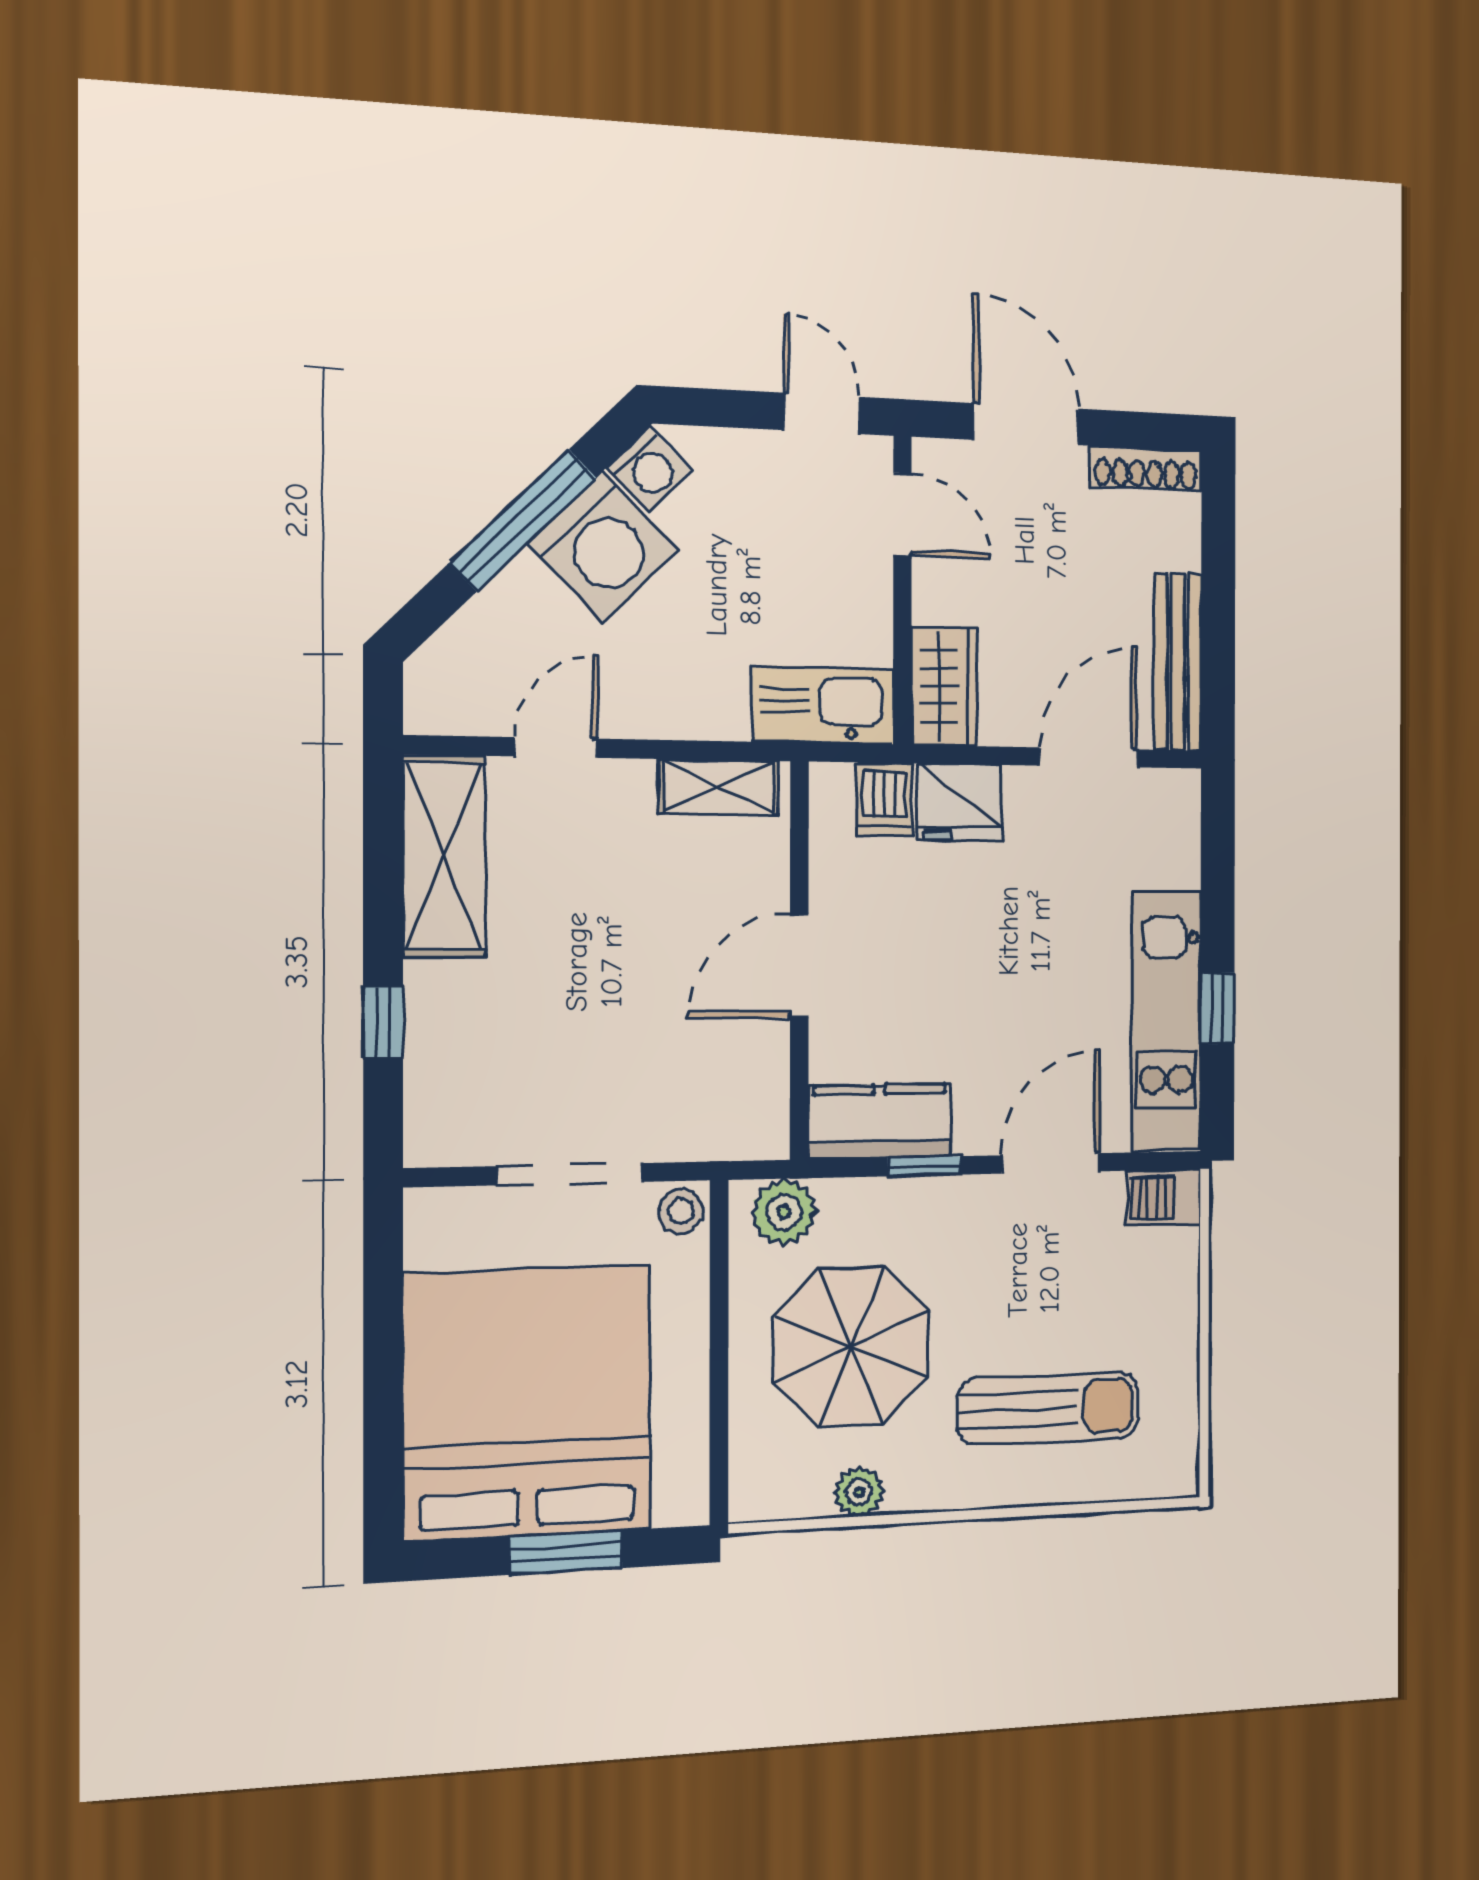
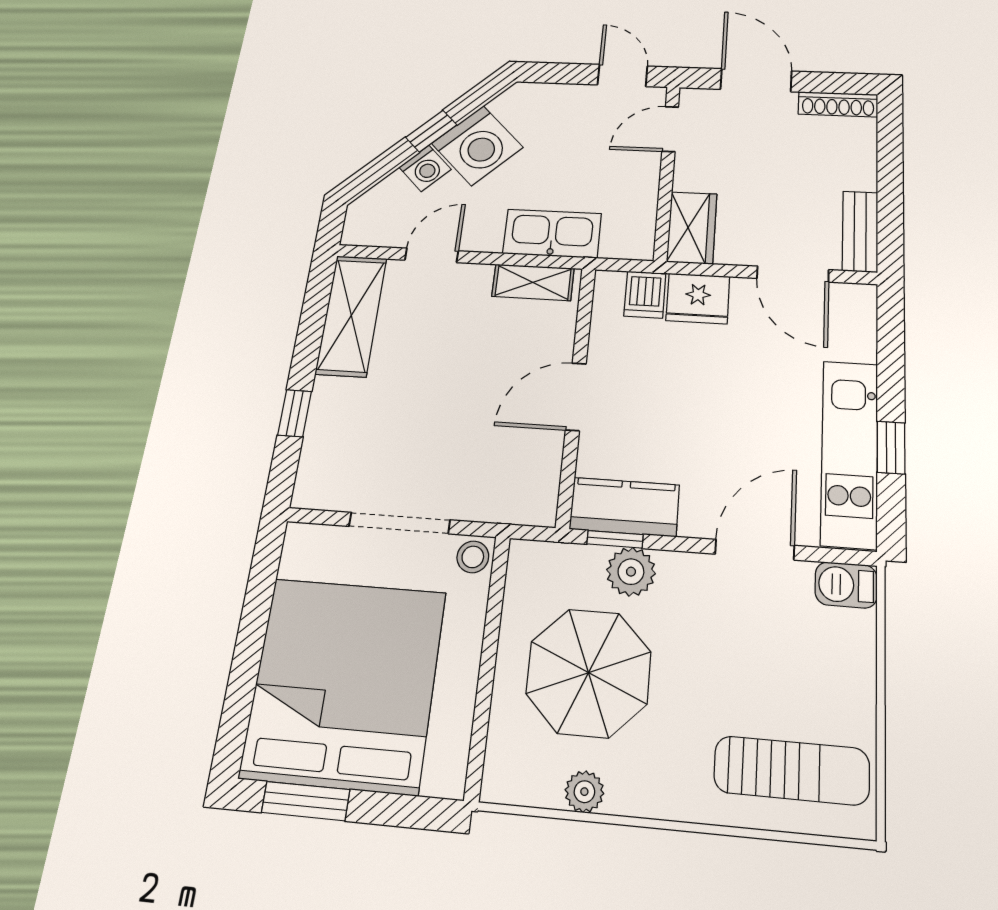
washing machine: (649, 469) -> (425, 168), moved
door: (902, 514) -> (670, 129), swing flipped
window: (523, 520) -> (431, 131), width x0.46
bench: (1178, 662) -> (860, 231), width x0.73
kitchen sink: (823, 705) -> (552, 234), moved
door: (1088, 757) -> (793, 274), swing flipped
window: (924, 1166) -> (615, 539), moved
plant: (784, 1212) -> (631, 572), moved
sun lounger: (1048, 1408) -> (792, 770), moved
window: (566, 1552) -> (306, 801), moved

